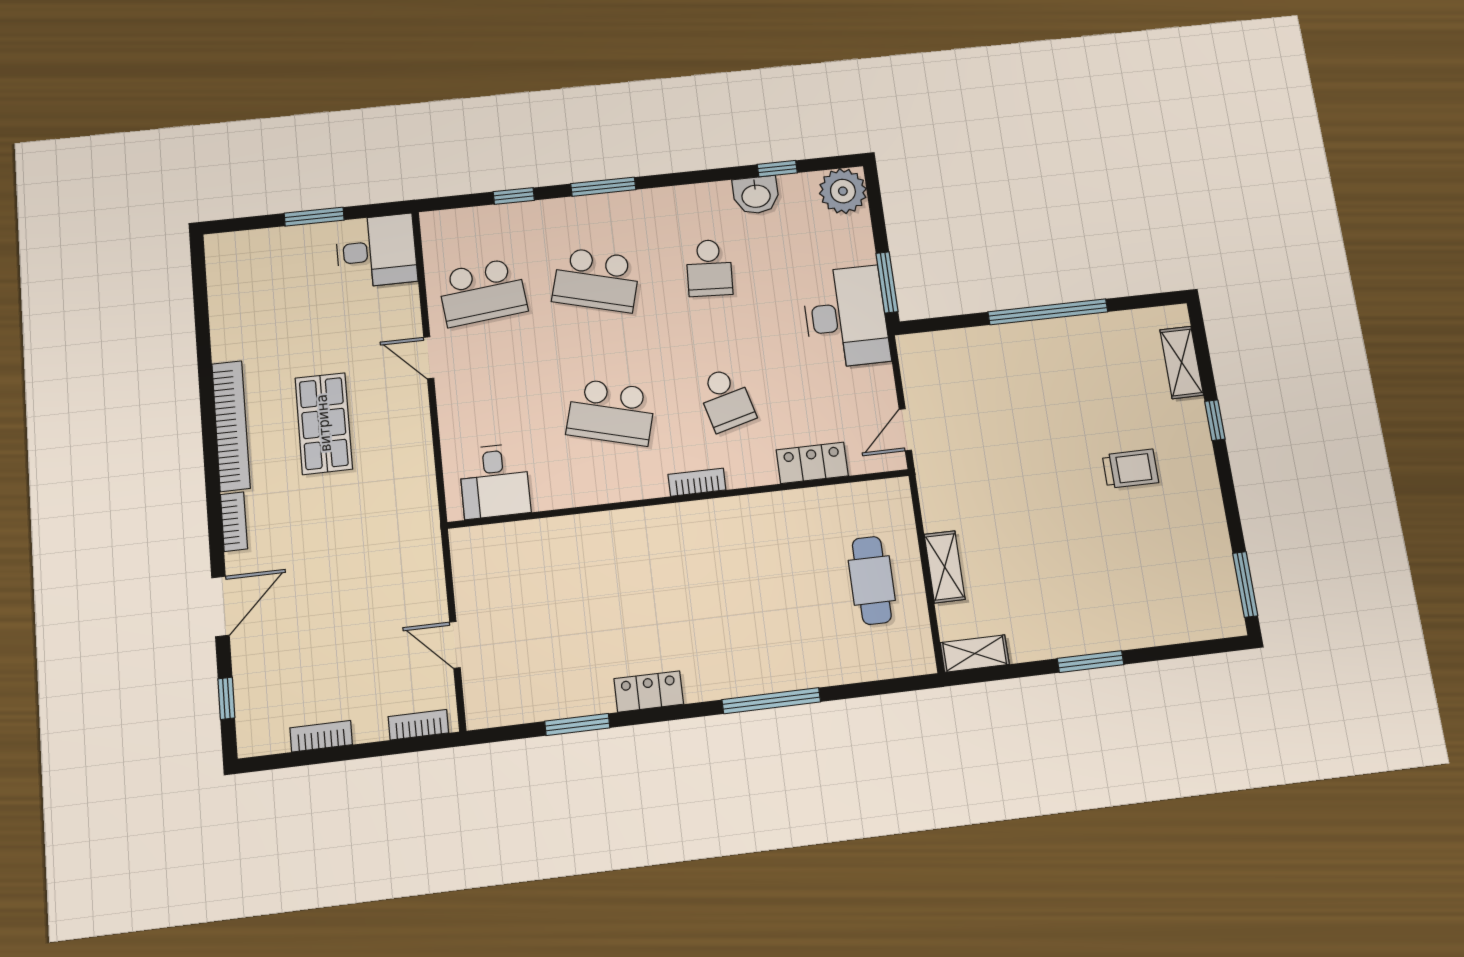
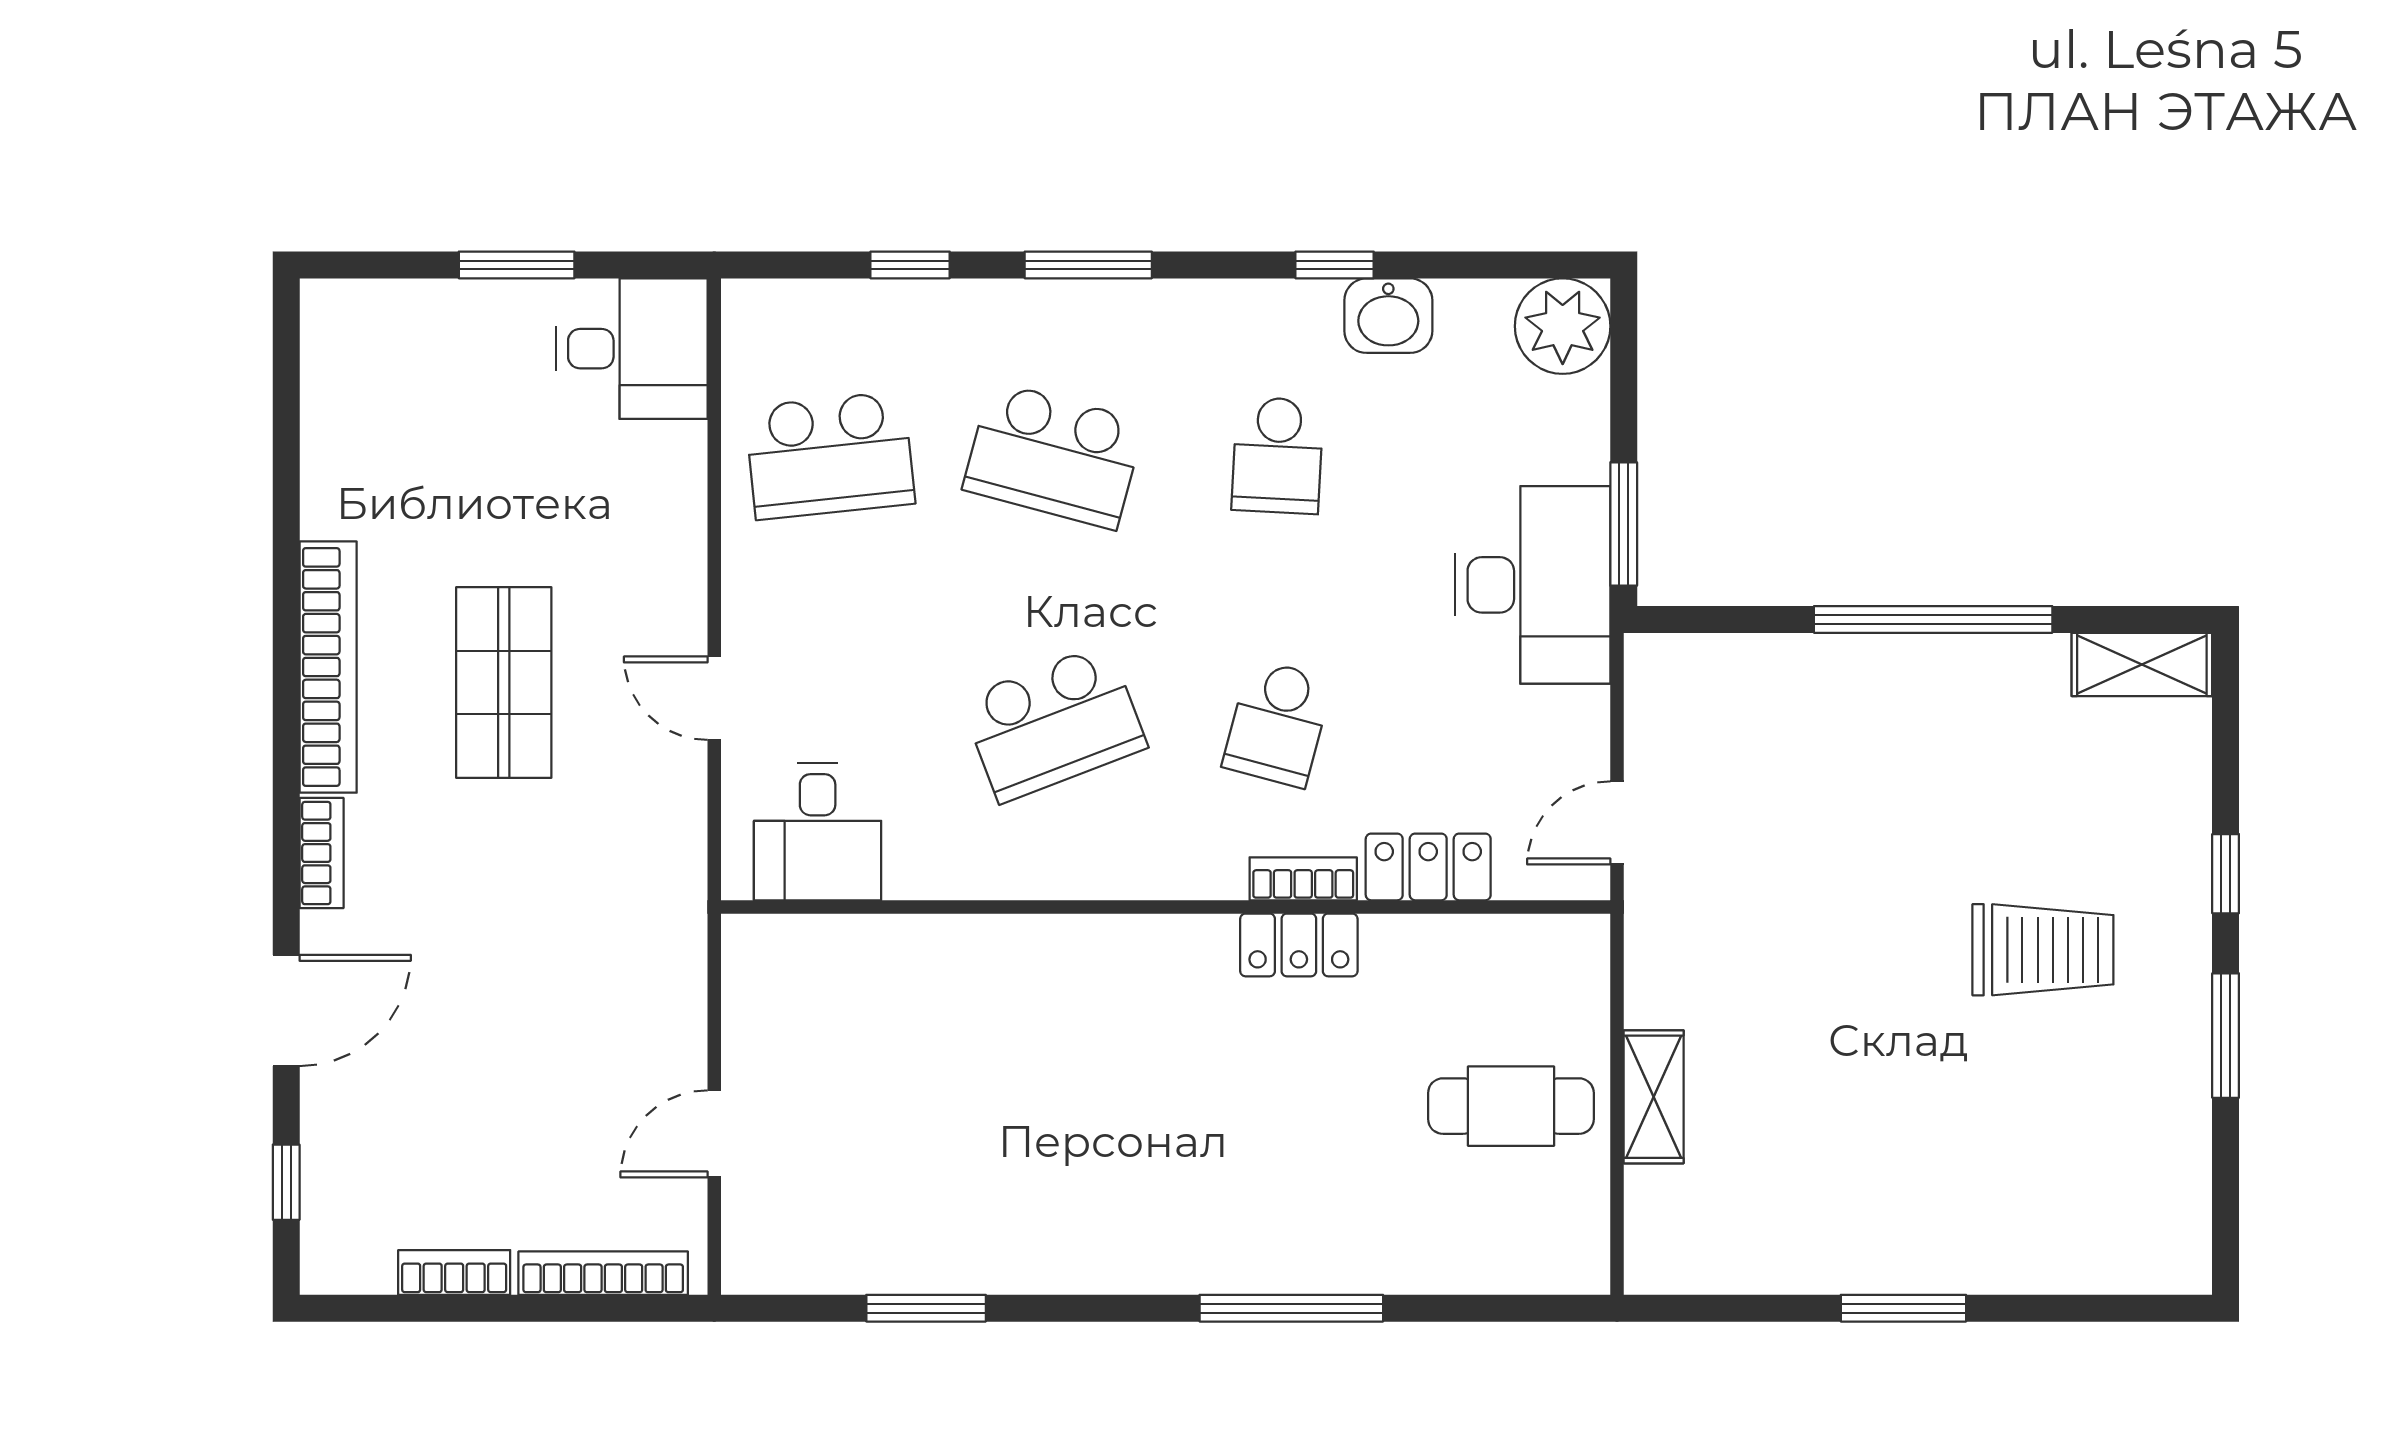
window: (777, 169) -> (1335, 265), moved
door: (429, 358) -> (714, 698), moved
shelving: (1182, 362) -> (2142, 664), moved, turned 90
school desk: (726, 399) -> (1278, 723), turned 30
school desk: (611, 412) -> (1054, 723), turned -36
trolley: (1130, 469) -> (2043, 950), width x1.36, depth x1.39
bookcase: (697, 482) -> (1303, 879), moved
cafe table: (872, 580) -> (1511, 1106), turned 90
window: (1245, 584) -> (2226, 1036), moved
door: (455, 645) -> (714, 1134), hinge flipped
shelving: (975, 653) -> (1686, 1267), removed
locker: (649, 691) -> (1299, 945), moved, turned 180
bookcase: (418, 725) -> (603, 1273), width x1.56

